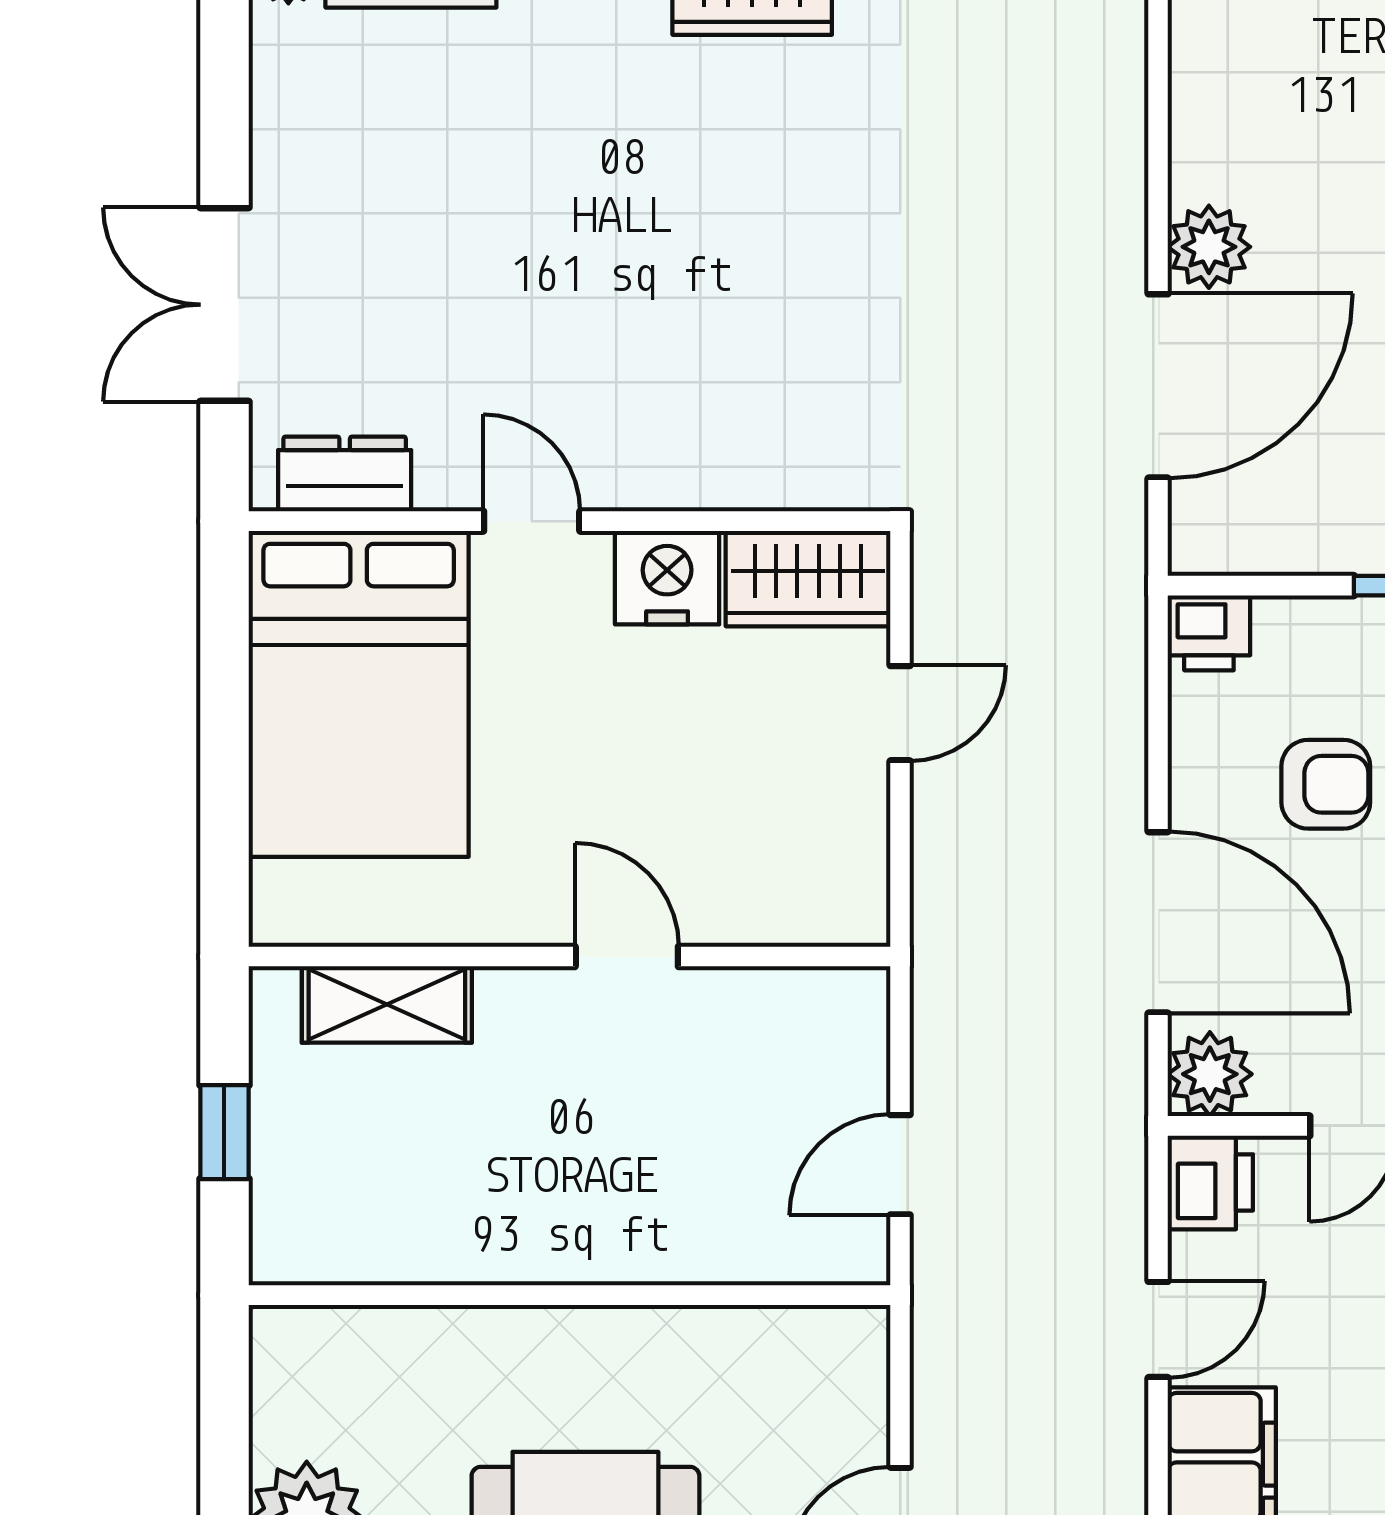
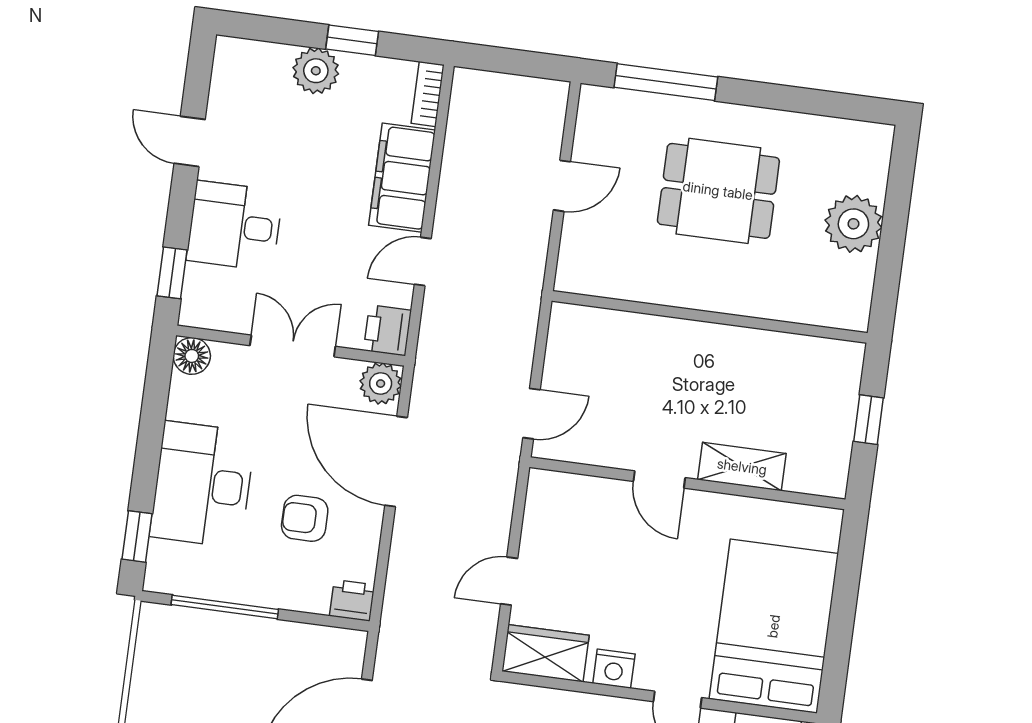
nightstand: (667, 578) -> (614, 669), width x0.74, depth x0.75
shelving: (387, 1004) -> (742, 467), moved
door: (900, 1165) -> (531, 414), moved

